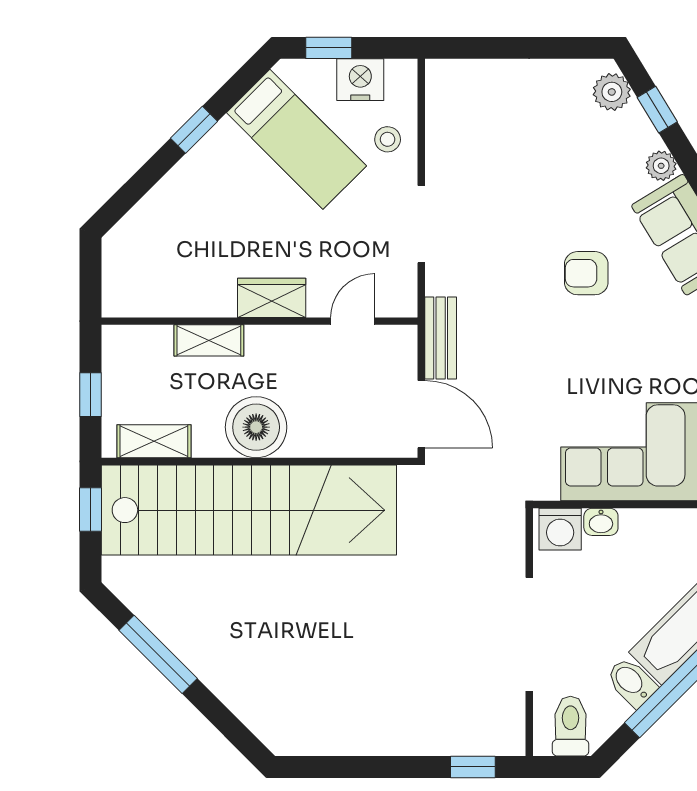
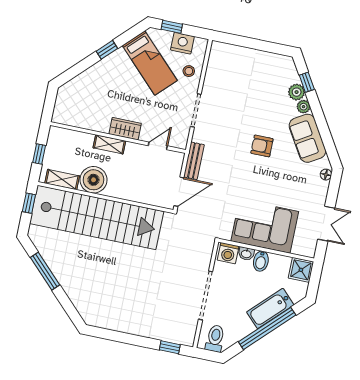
plant: (612, 92) -> (297, 92), moved
shelving: (209, 340) -> (109, 144), moved
door: (421, 414) -> (179, 192), hinge flipped
boiler: (256, 427) -> (94, 180), moved
bidet: (631, 682) -> (261, 261), moved, turned -135

